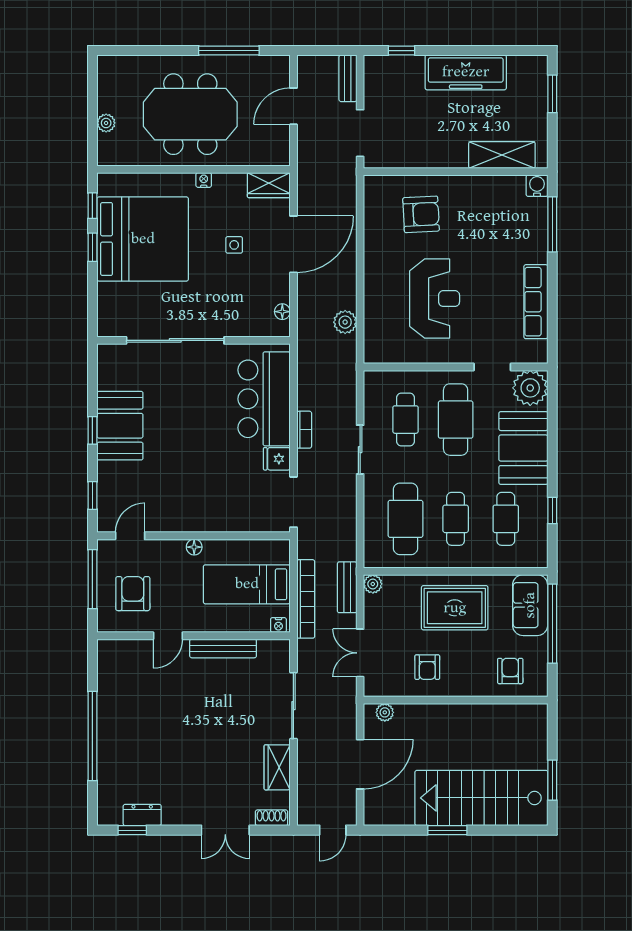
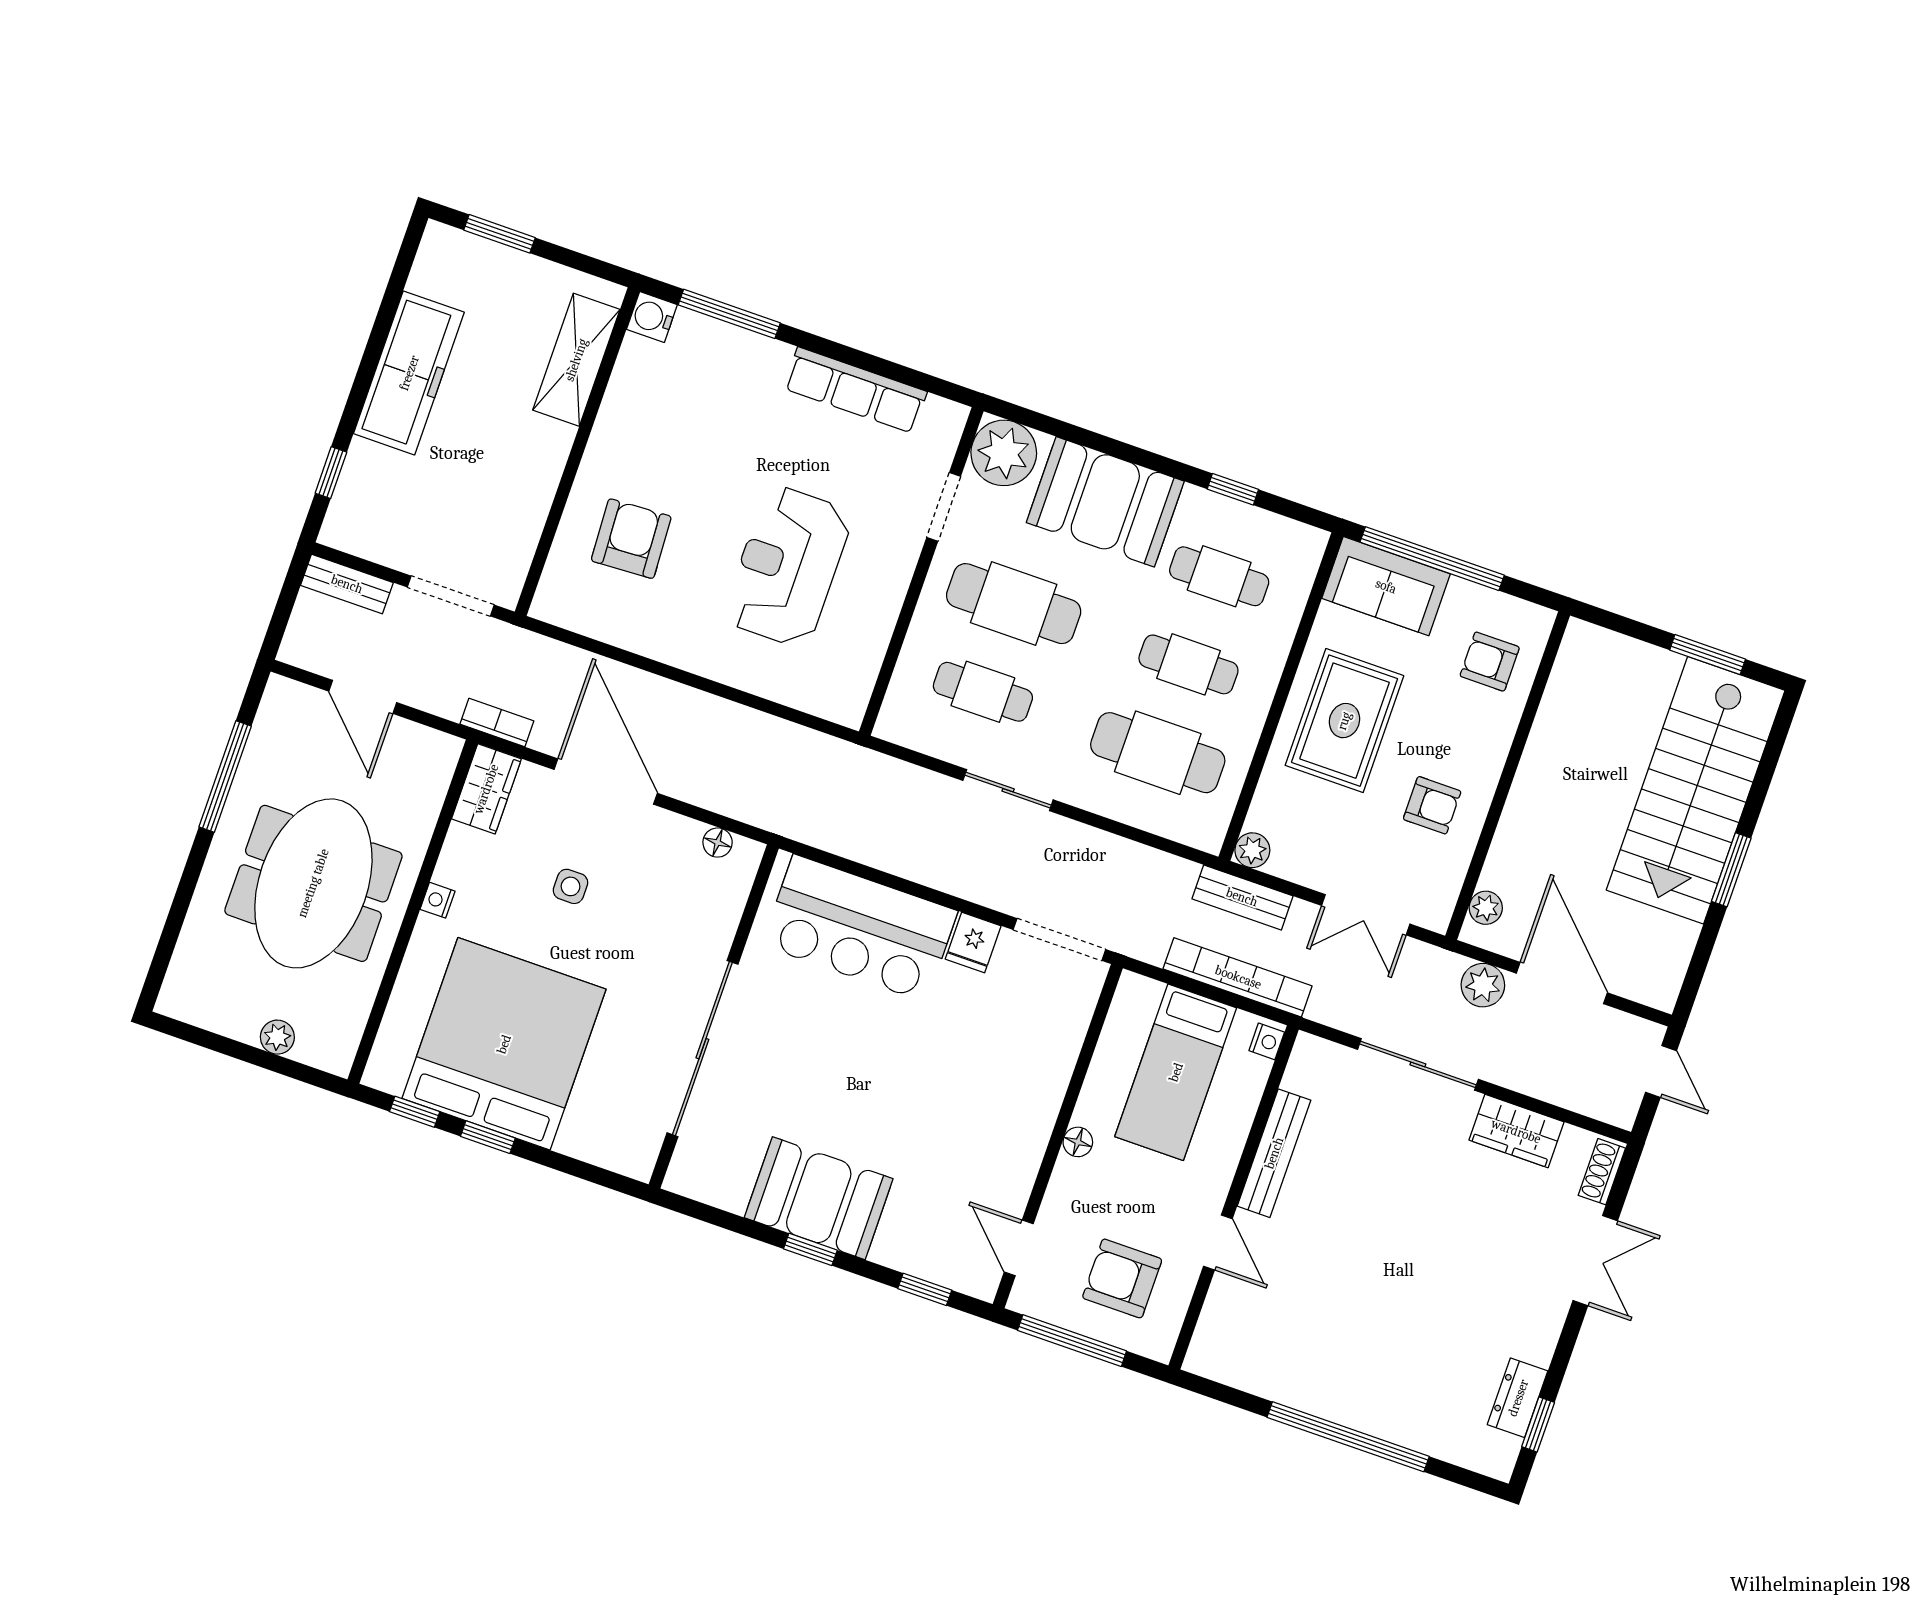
reception desk: (435, 299) -> (788, 566), turned -90
plant: (345, 322) -> (1483, 985), moved
bookcase: (304, 430) -> (497, 722), moved

